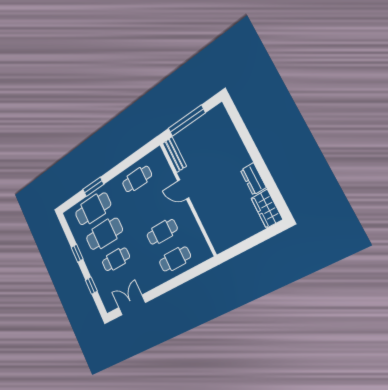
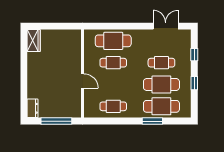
bench: (174, 155) -> (77, 106), removed
dresser: (253, 179) -> (32, 108), moved
cafe table: (175, 259) -> (113, 41), width x1.37, depth x1.35
double door: (132, 305) -> (166, 26), swing flipped

